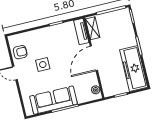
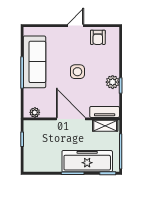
plant: (55, 31) -> (113, 82), added
side table: (43, 65) -> (77, 72), moved
freezer: (134, 68) -> (87, 161), moved

